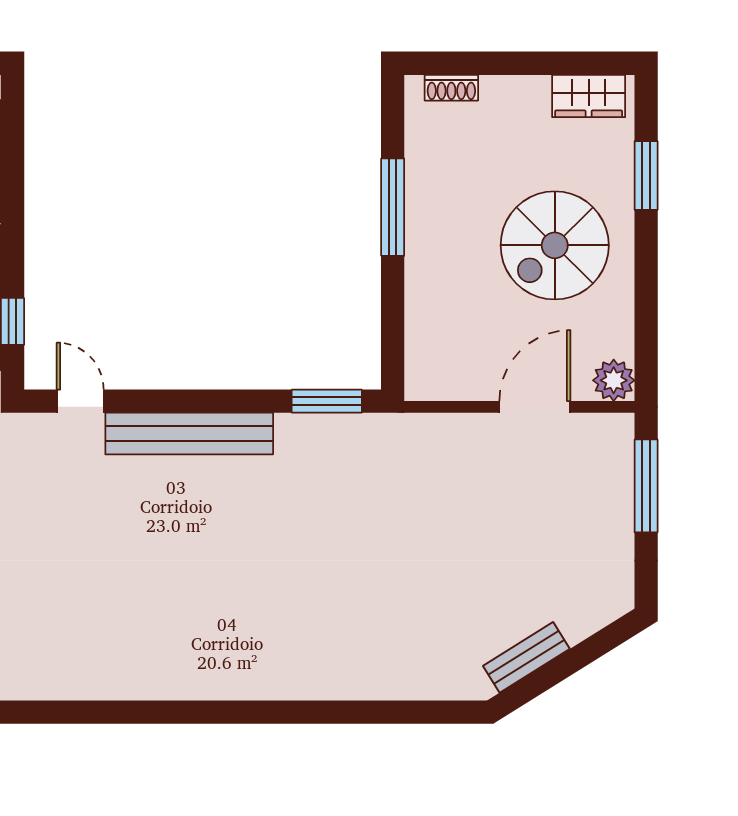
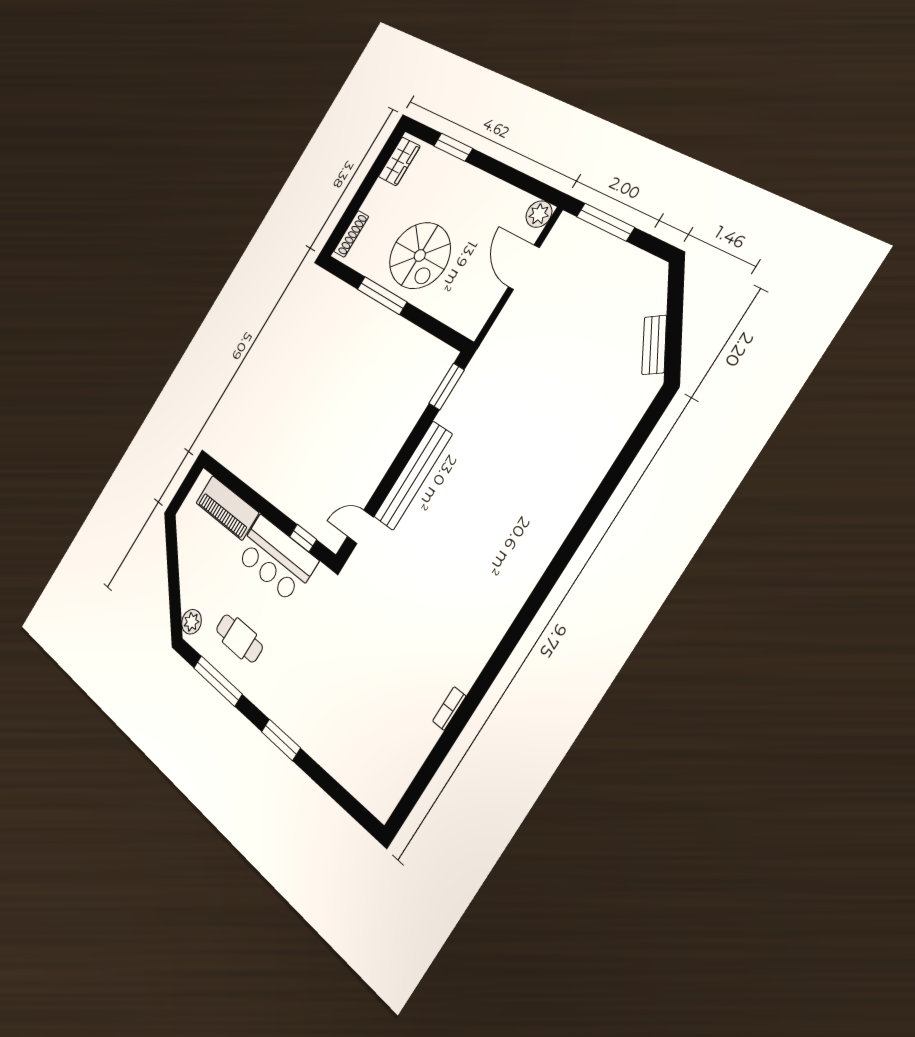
shoe rack: (451, 88) -> (351, 234), width x1.43
spiral stairs: (555, 245) -> (420, 255), moved

